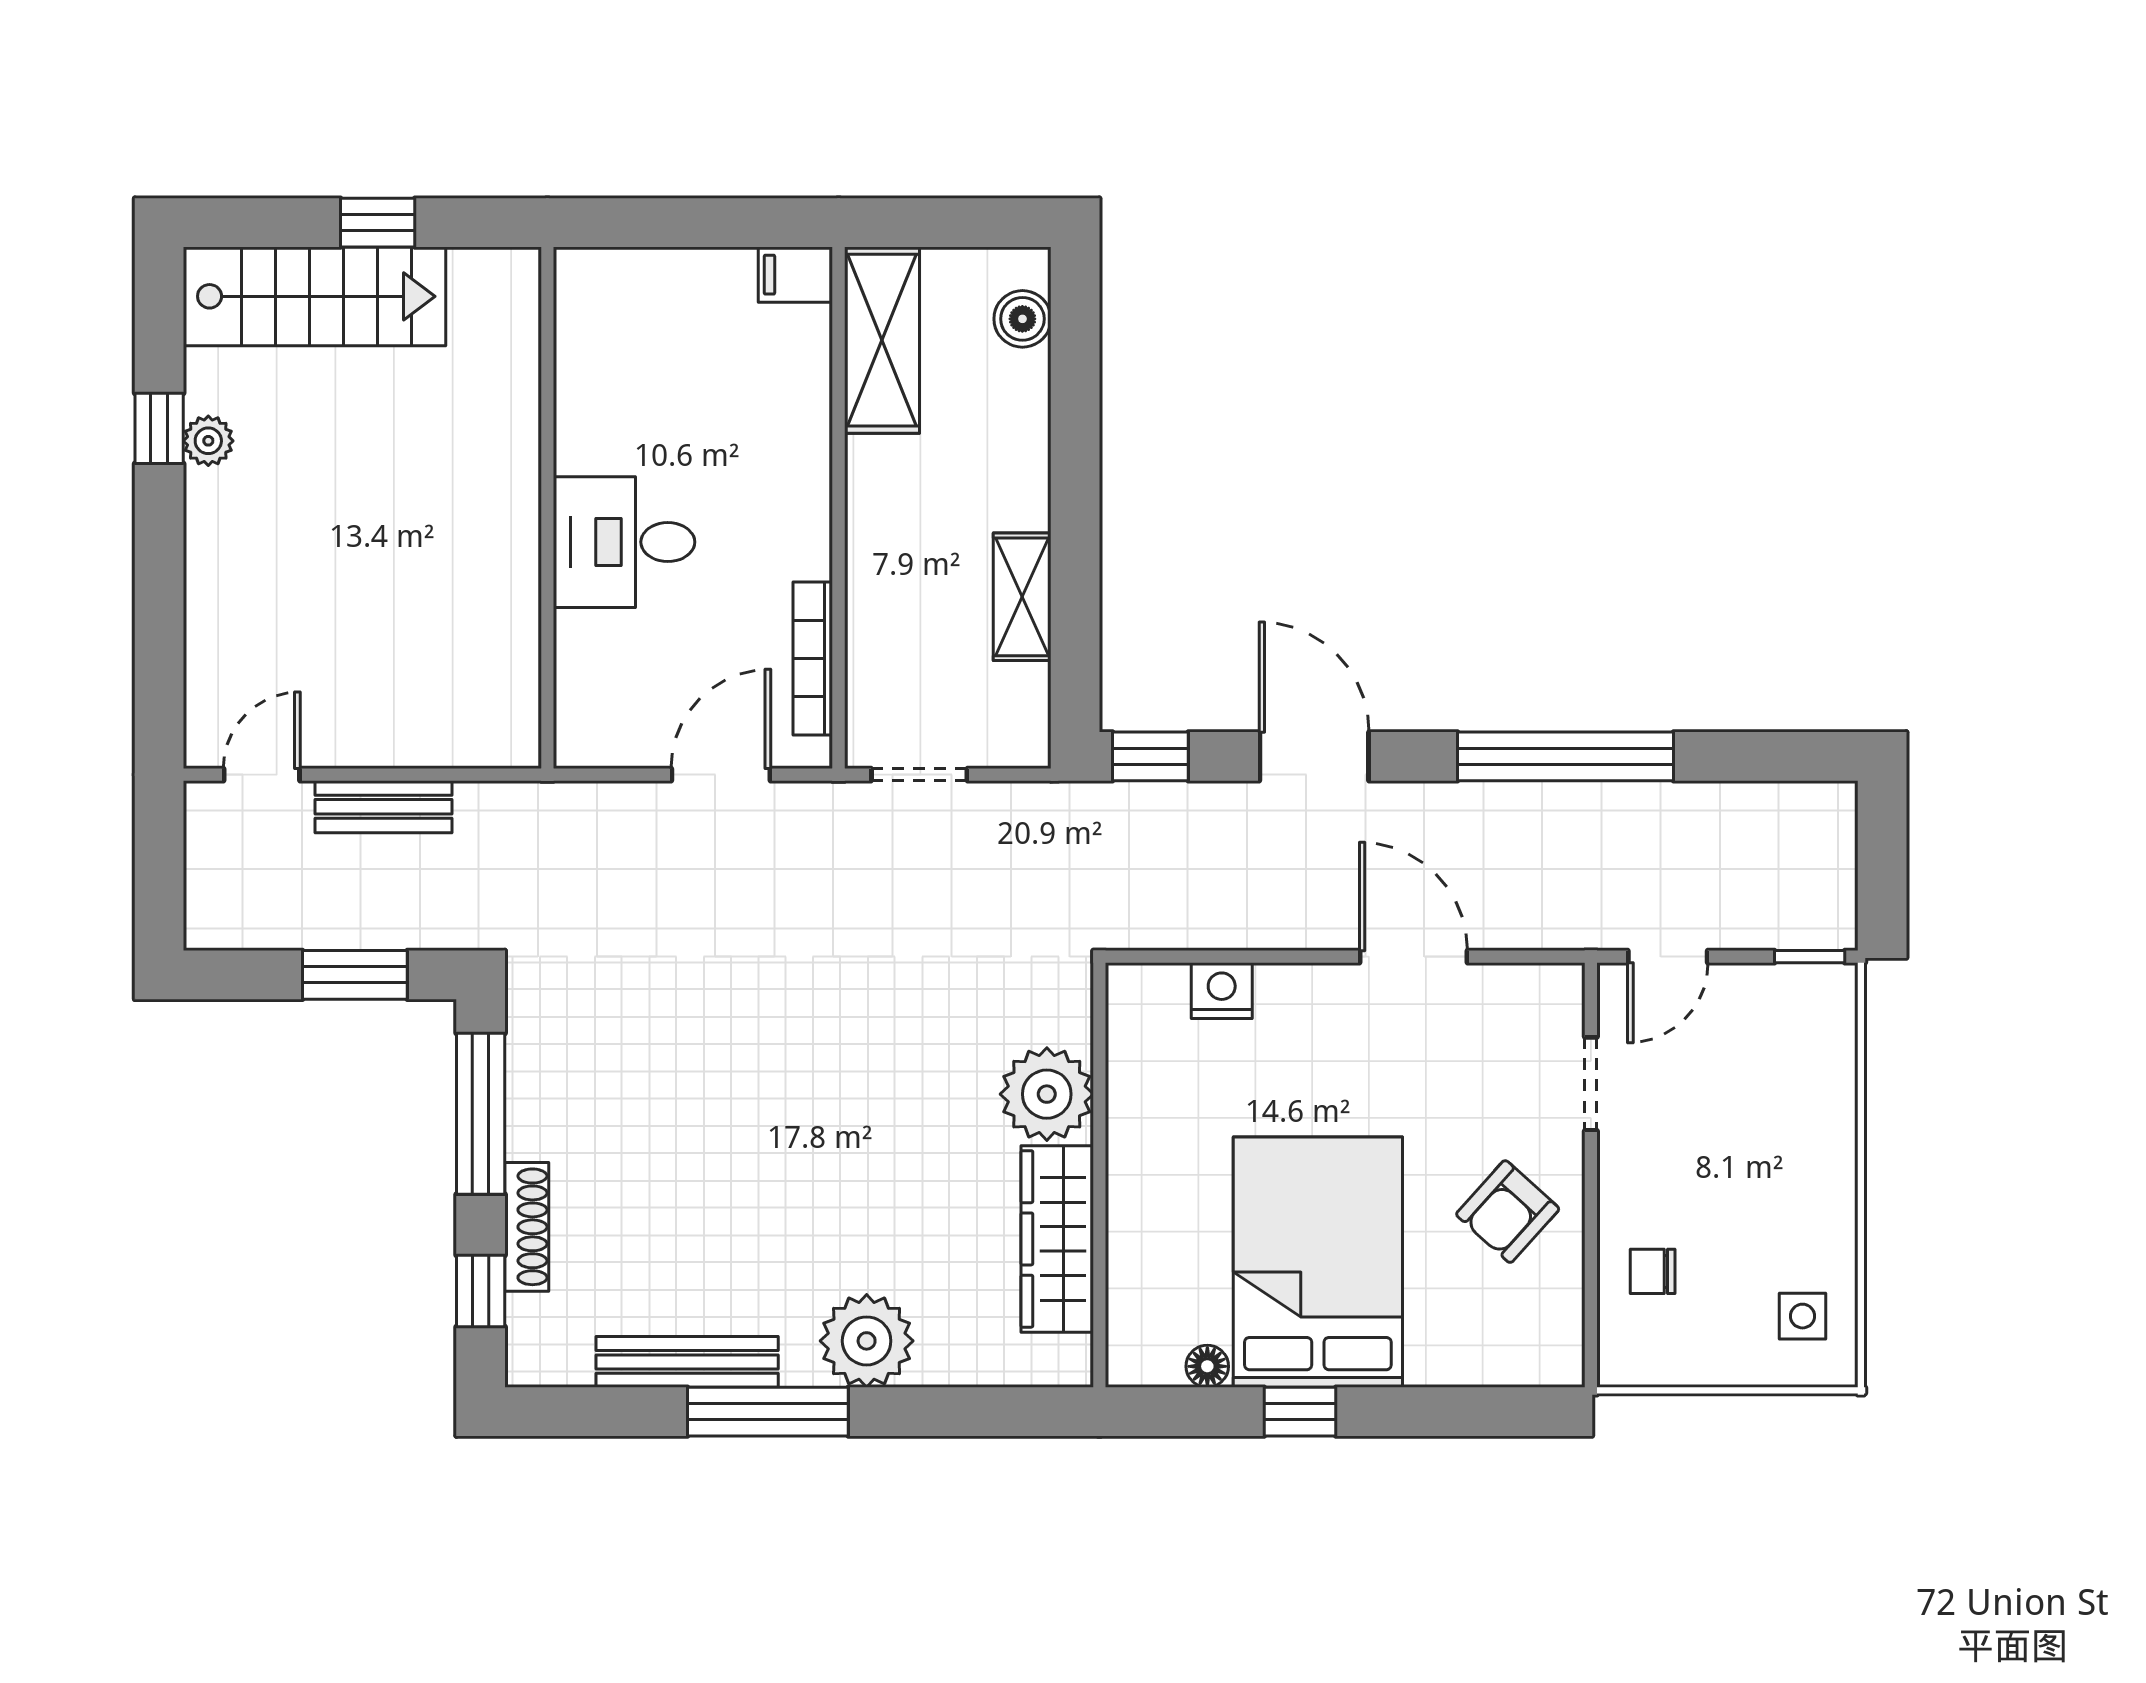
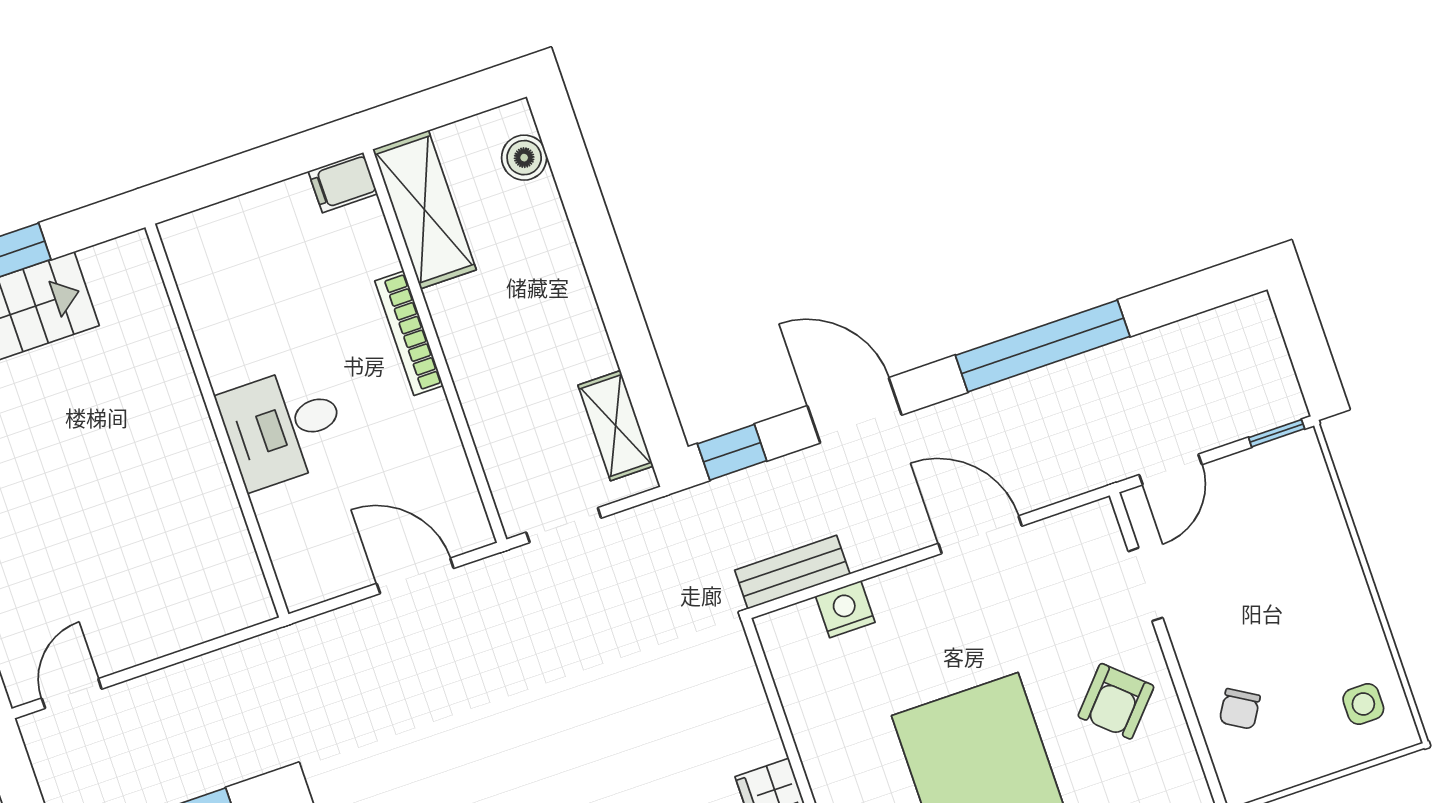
shelving: (1022, 597) -> (616, 426), moved
bookcase: (813, 659) -> (409, 333), moved
door: (721, 775) -> (415, 576), hinge flipped
bench: (384, 807) -> (792, 572), moved
plant: (1047, 1094) -> (741, 731), removed
chair: (1653, 1271) -> (1240, 709), turned -59

